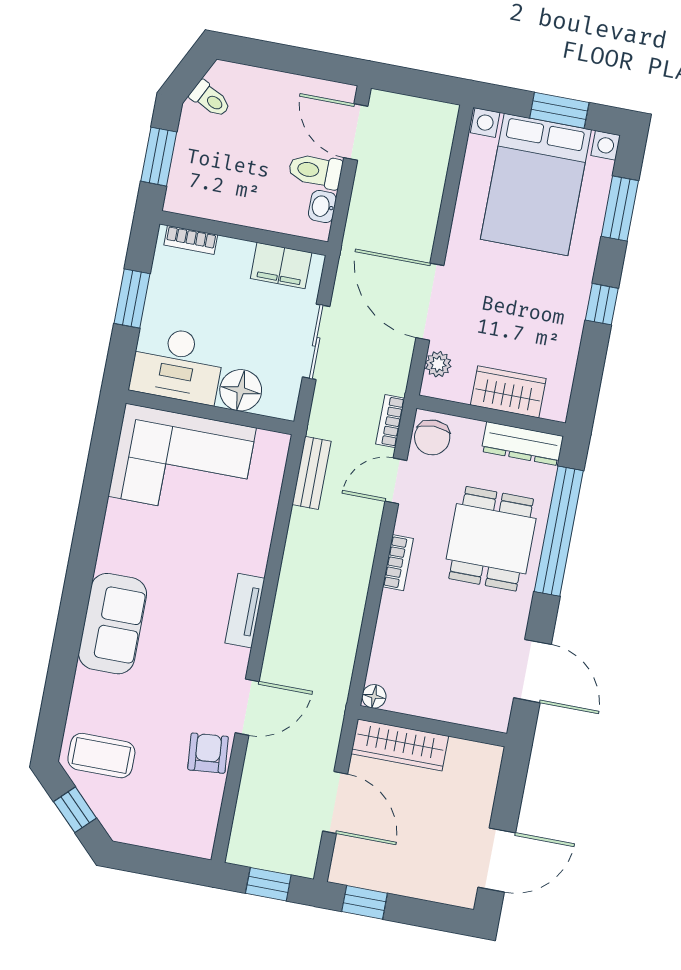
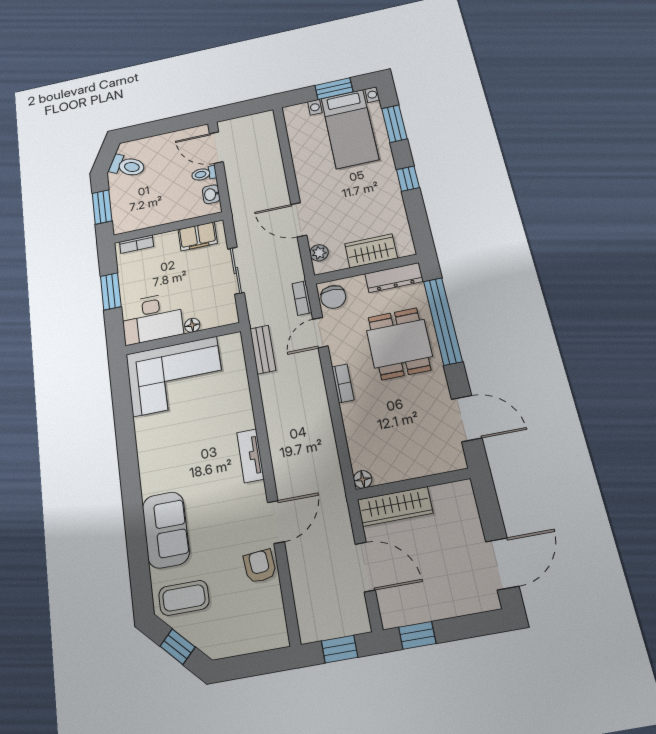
toilet: (210, 99) -> (127, 166), width x1.37, depth x1.39
toilet: (315, 171) -> (204, 174), width x0.73, depth x0.72
bed with nightstands: (536, 184) -> (350, 129), width x0.73
door: (430, 302) -> (299, 220), width x0.73
floor lamp: (241, 390) -> (192, 325), width x0.53, depth x0.53
sofa: (113, 624) -> (166, 530), moved

